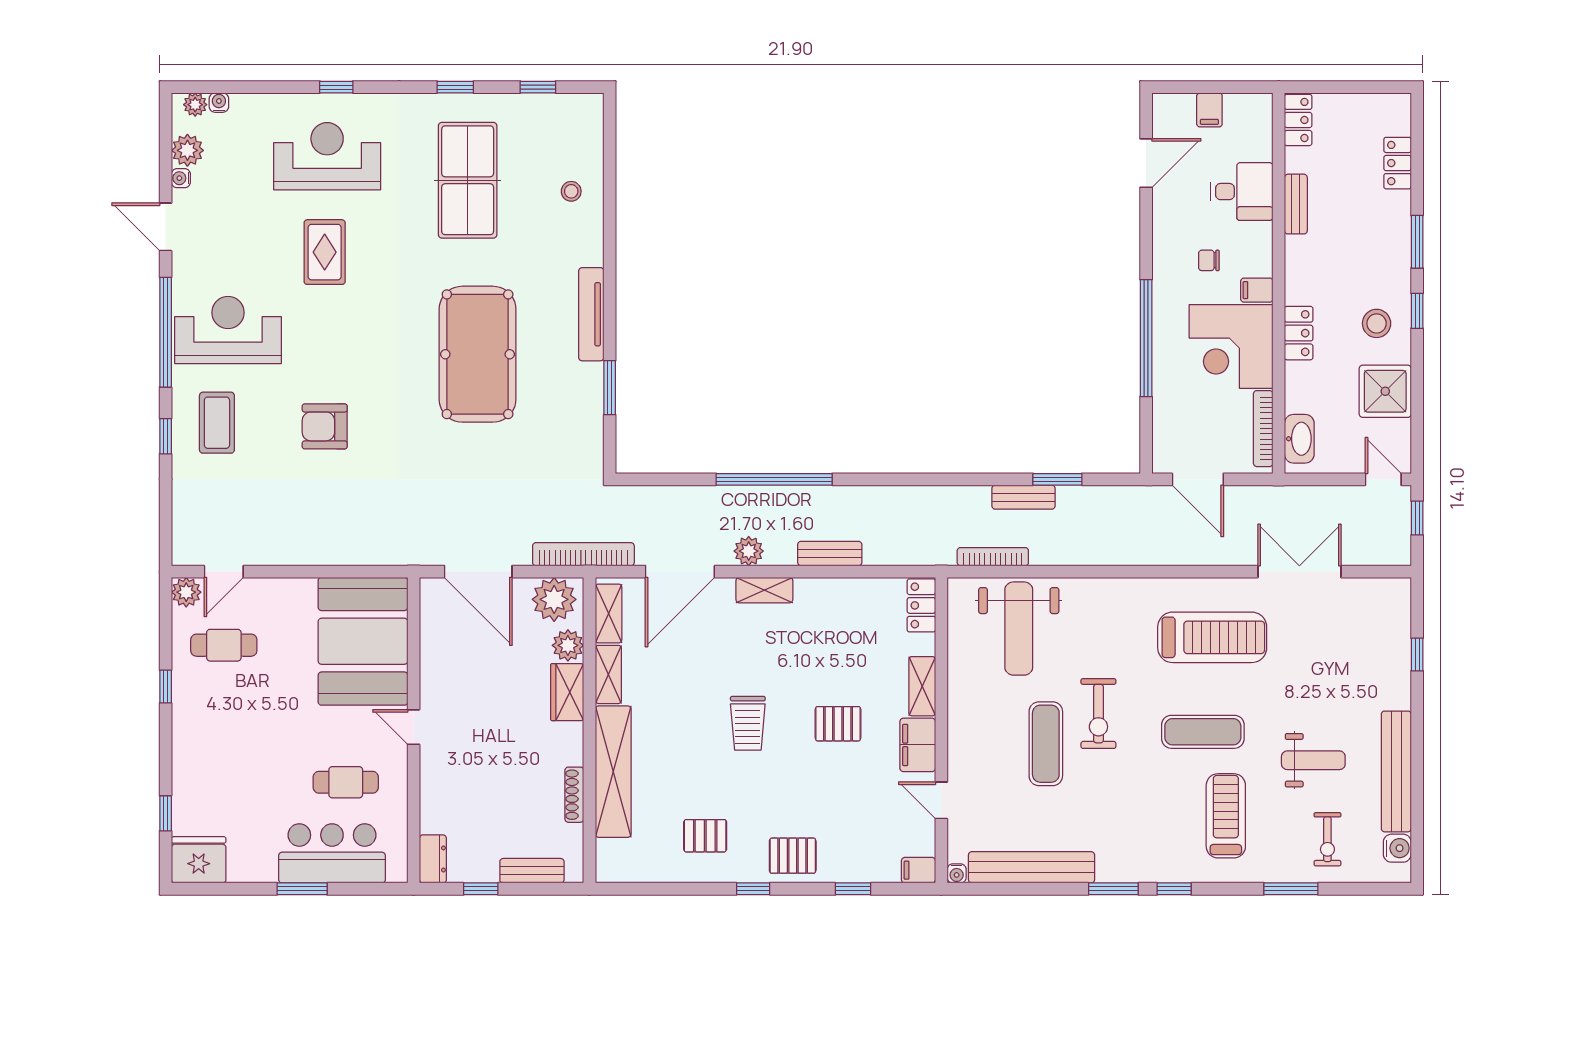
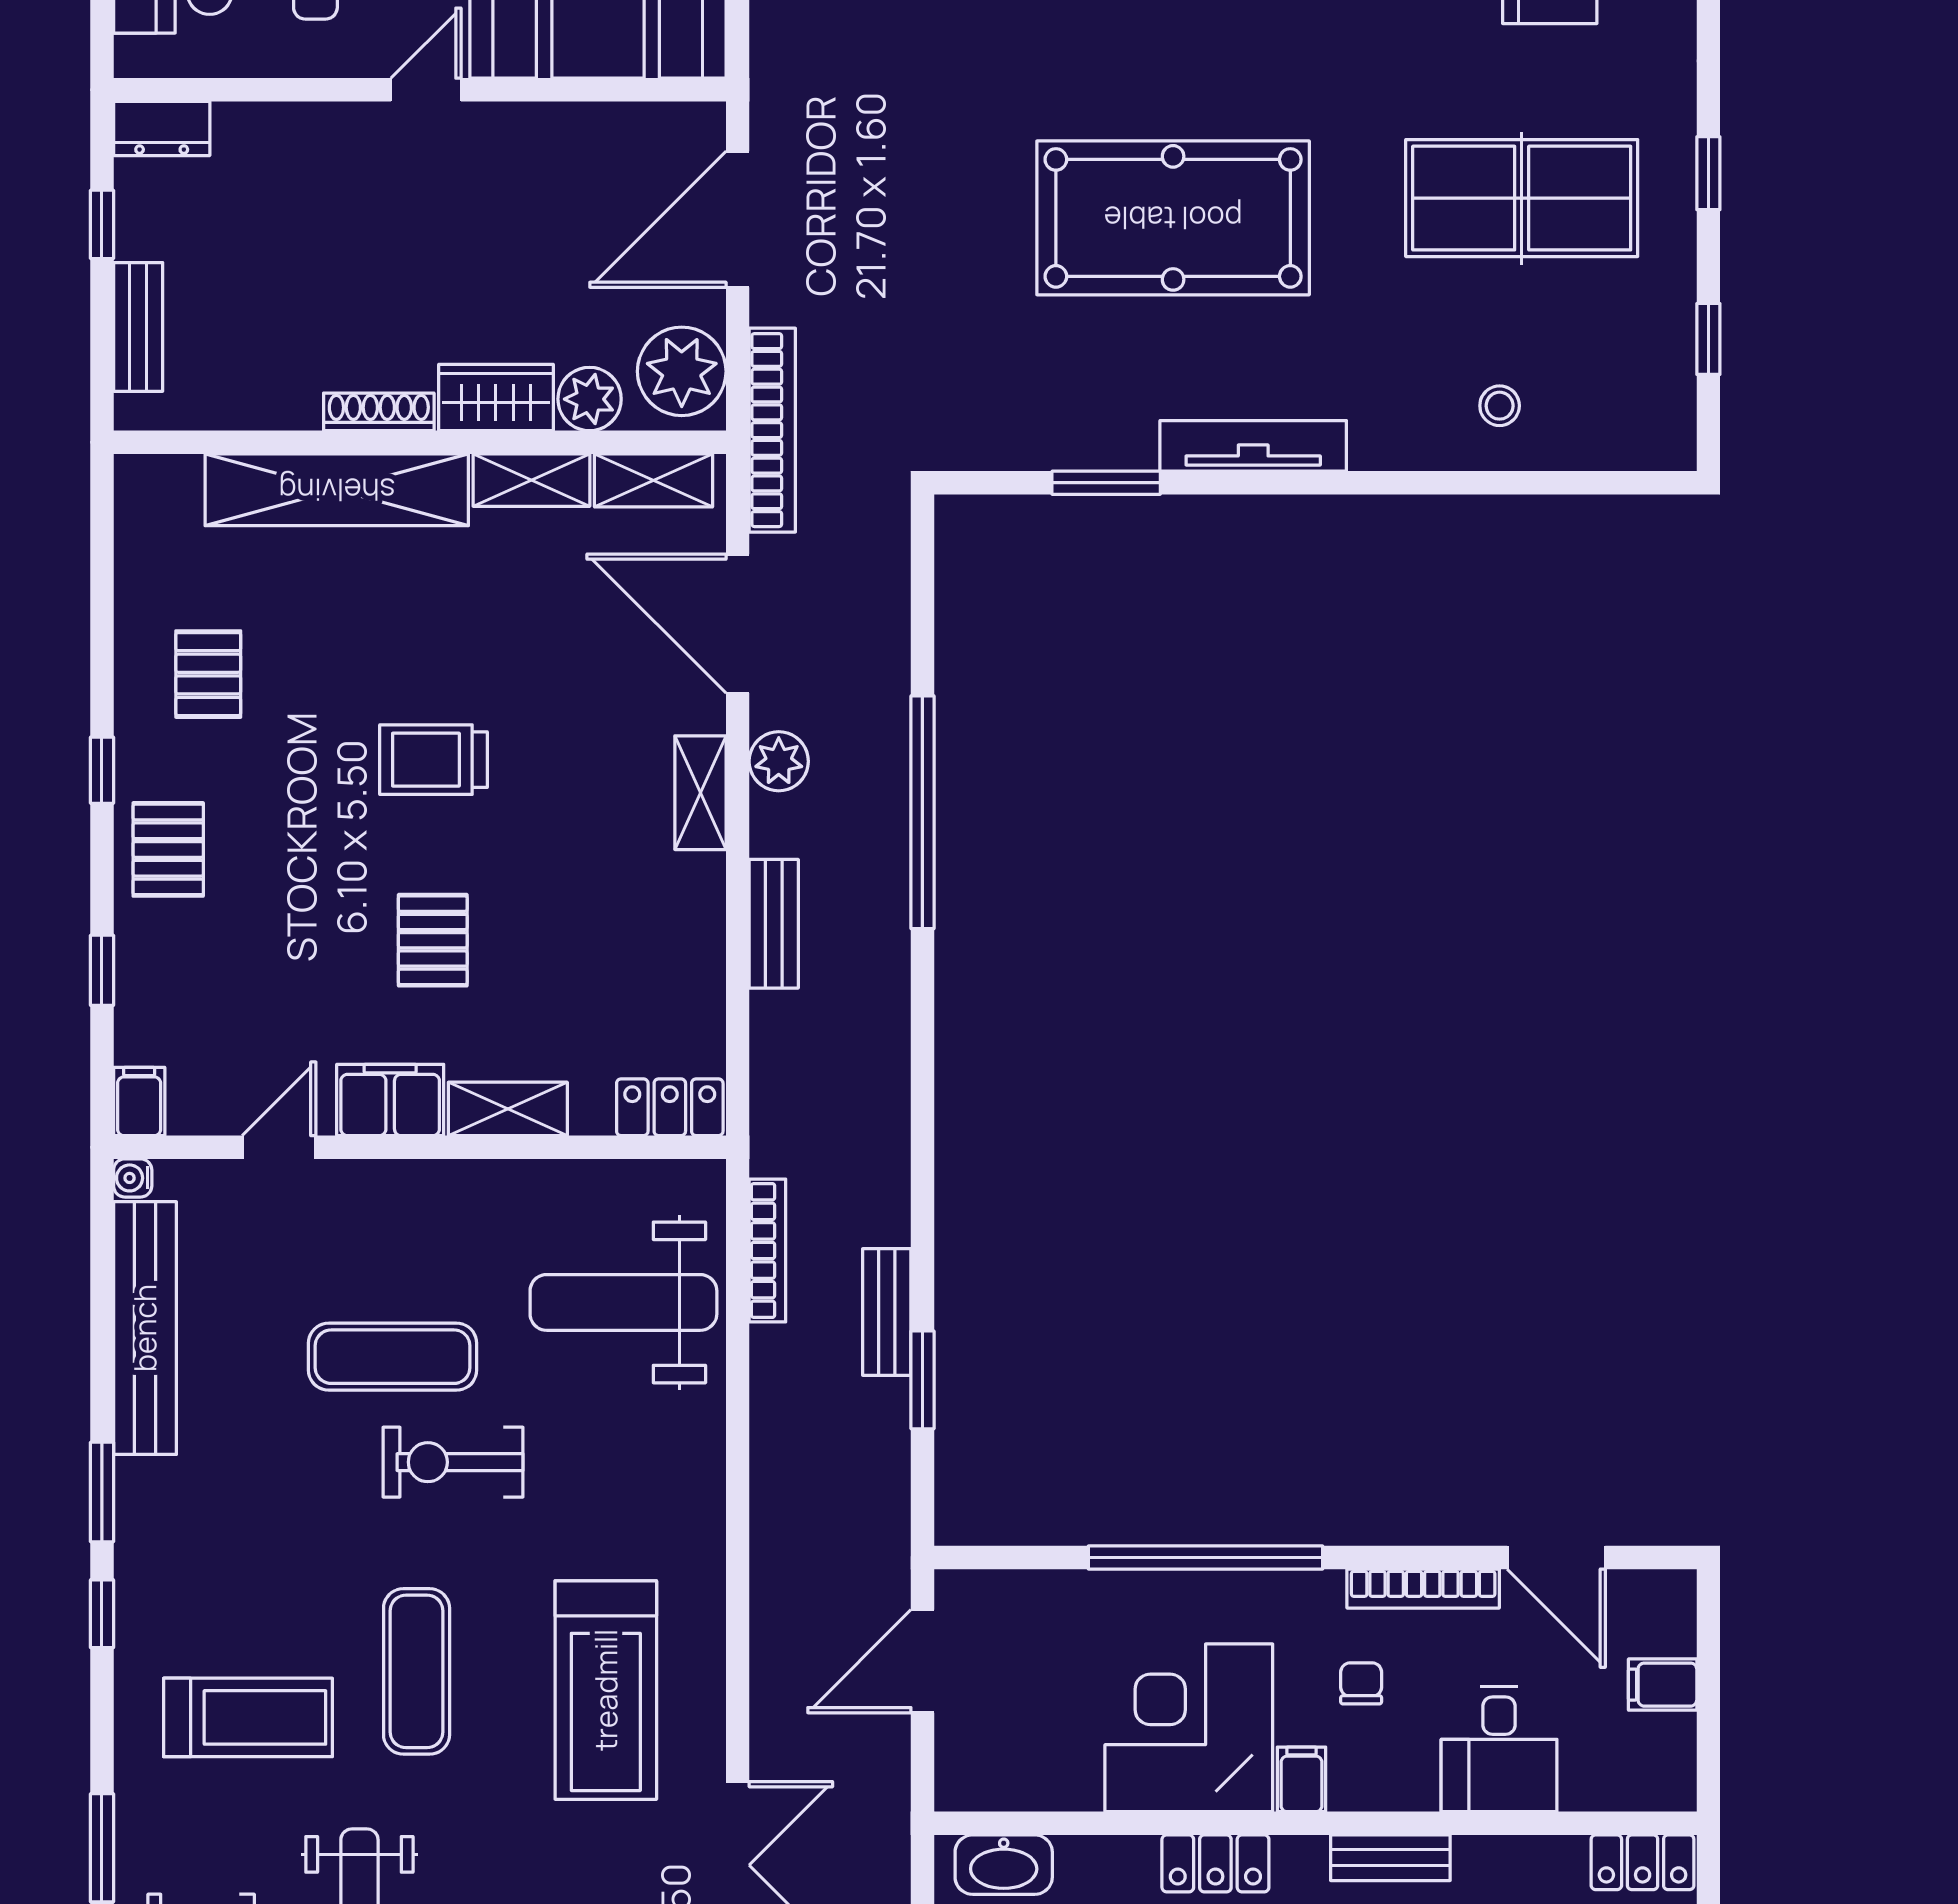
bench: (1296, 204) -> (1390, 1858), moved
bookcase: (1263, 429) -> (1423, 1589), moved, turned 180
shoe rack: (574, 795) -> (379, 412), moved

